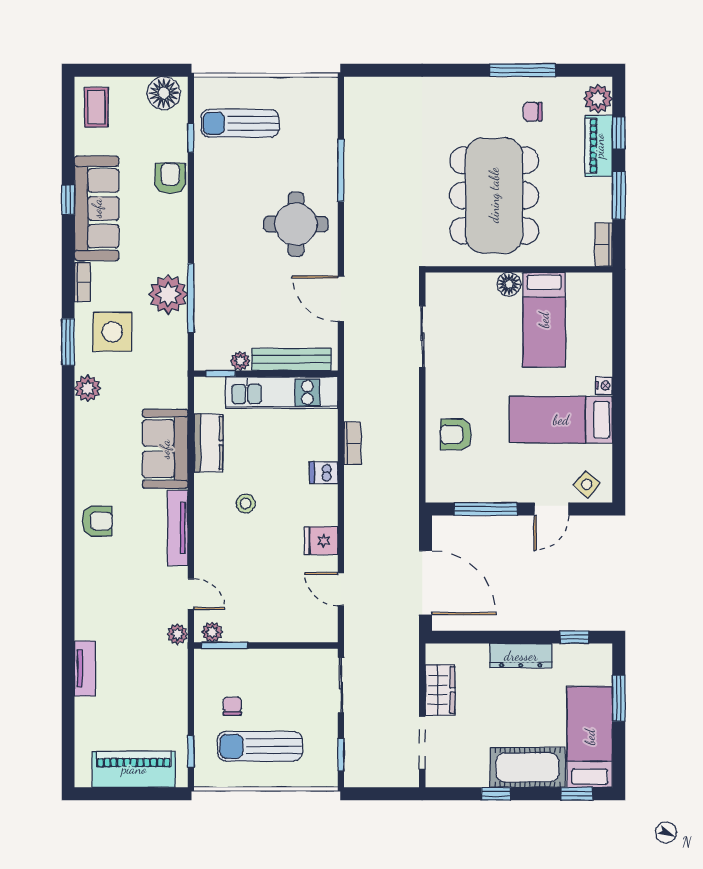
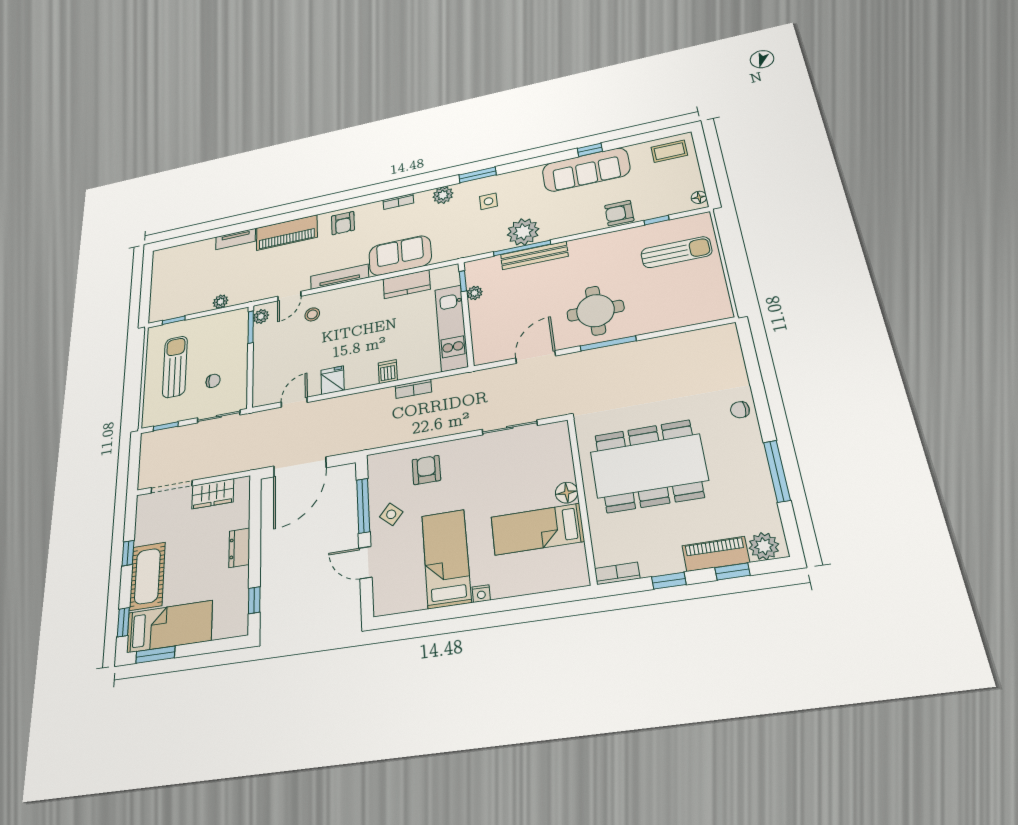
floor lamp: (164, 93) -> (699, 197), width x0.53, depth x0.53
chair: (533, 112) -> (740, 410), moved, turned -90
sun lounger: (240, 123) -> (676, 252), turned 90
window: (341, 170) -> (608, 343), moved
armchair: (170, 178) -> (619, 213), turned 180
window: (619, 195) -> (669, 581), width x0.67
bookcase: (82, 282) -> (398, 201), moved
side table: (112, 332) -> (488, 201), width x0.54, depth x0.54
bench: (291, 359) -> (534, 256), moved, turned 90
side table: (587, 484) -> (391, 514), moved
stool: (246, 504) -> (312, 314), moved
plant: (178, 634) -> (220, 302), moved
dresser: (521, 656) -> (239, 548), width x0.70
window: (619, 698) -> (155, 655), moved
chair: (232, 706) -> (213, 381), moved
piano: (134, 769) -> (287, 233), moved, turned 90

